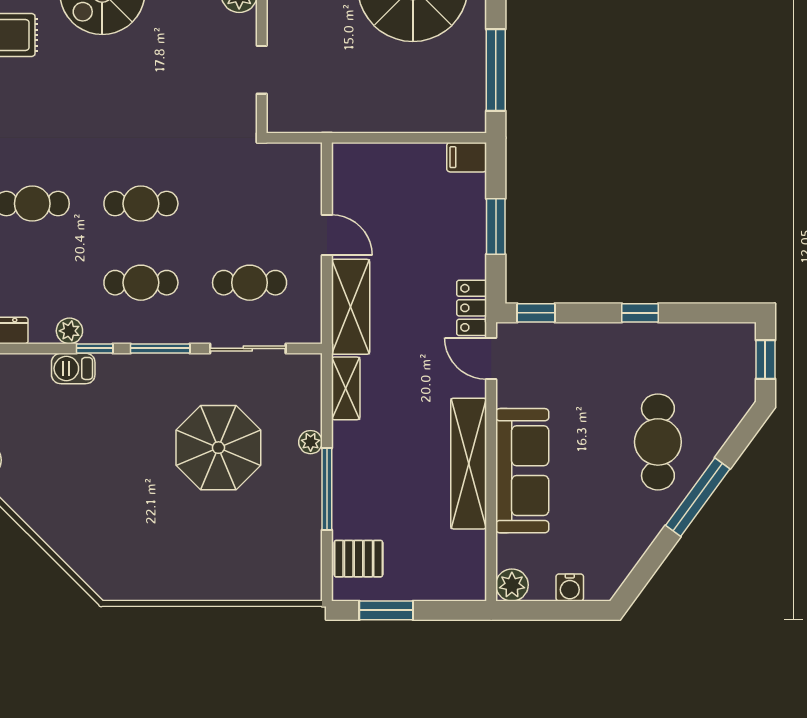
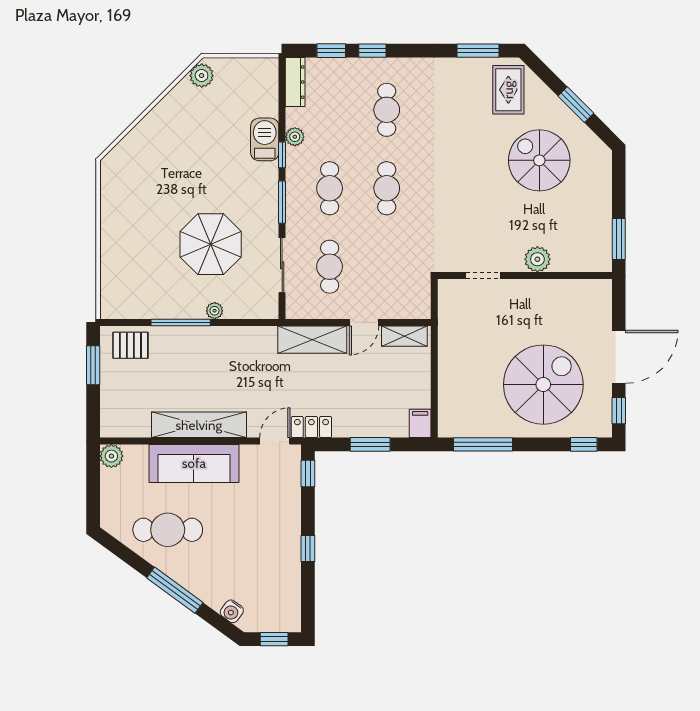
barbecue: (73, 368) -> (265, 139), width x1.38, depth x1.27
shelving: (346, 388) -> (404, 336), moved
cafe table: (658, 442) -> (168, 530), moved
pallet: (358, 559) -> (130, 345), turned 90
water cooler: (570, 587) -> (232, 611), moved, turned -54

